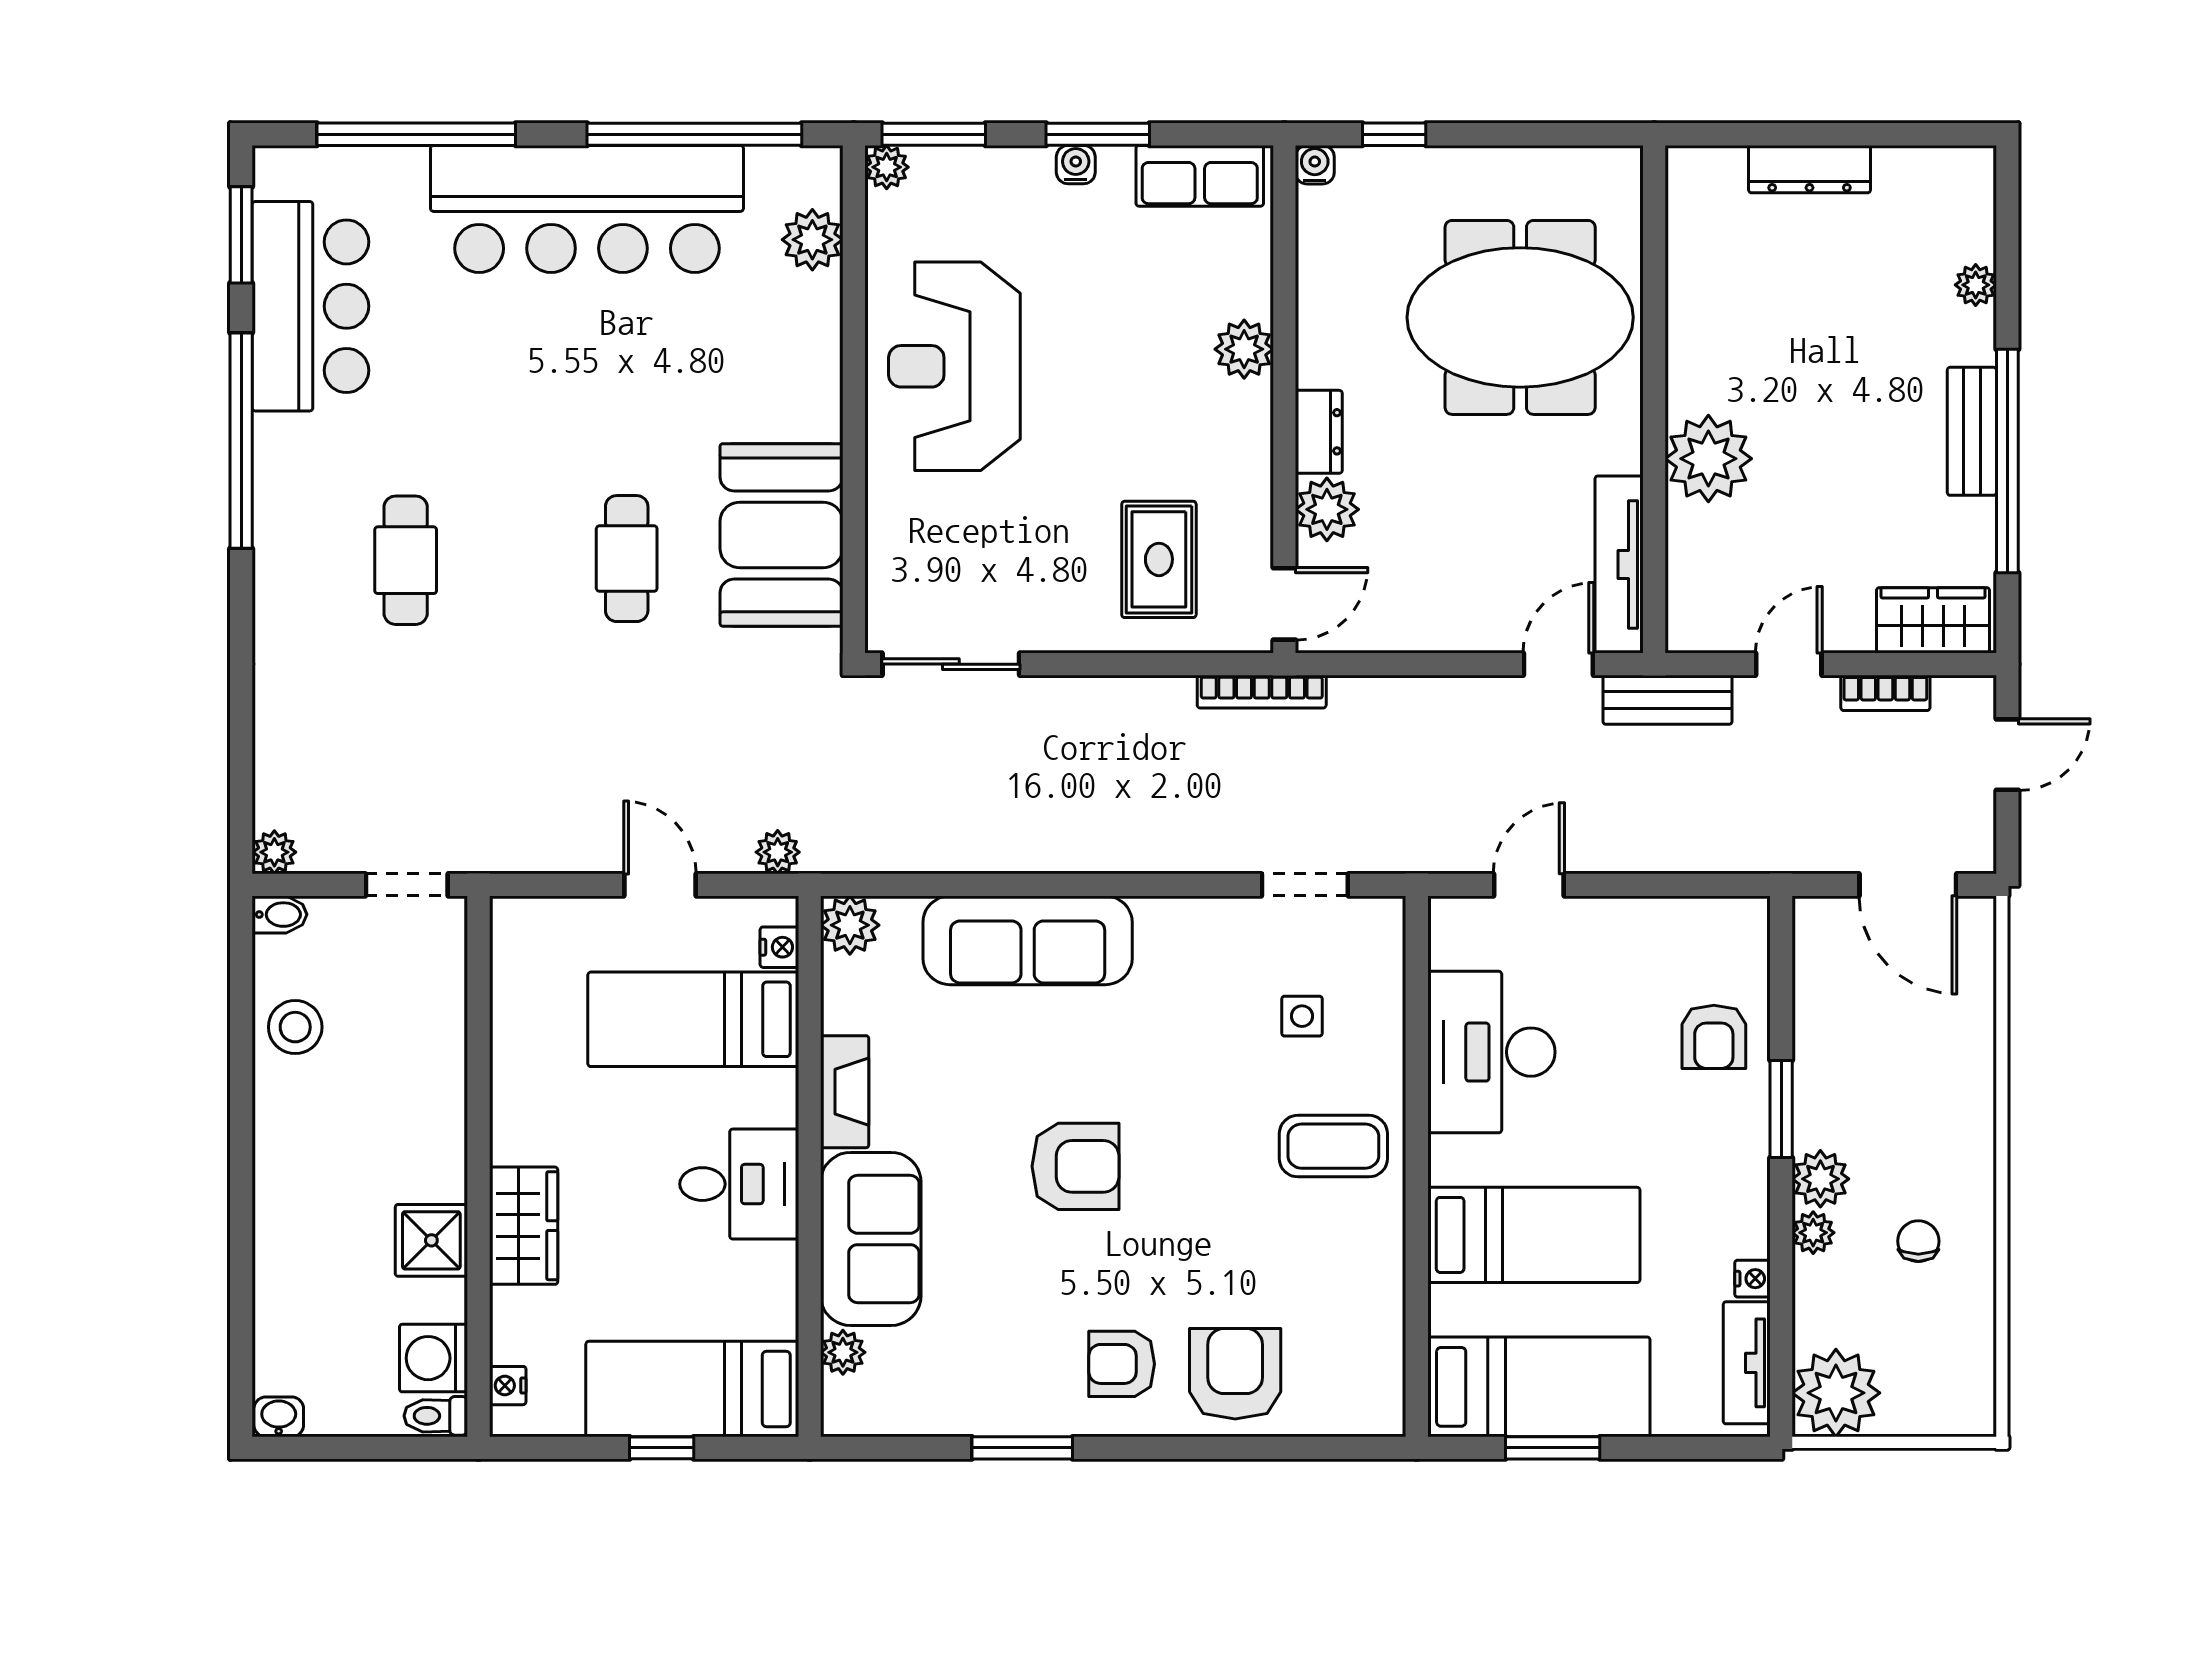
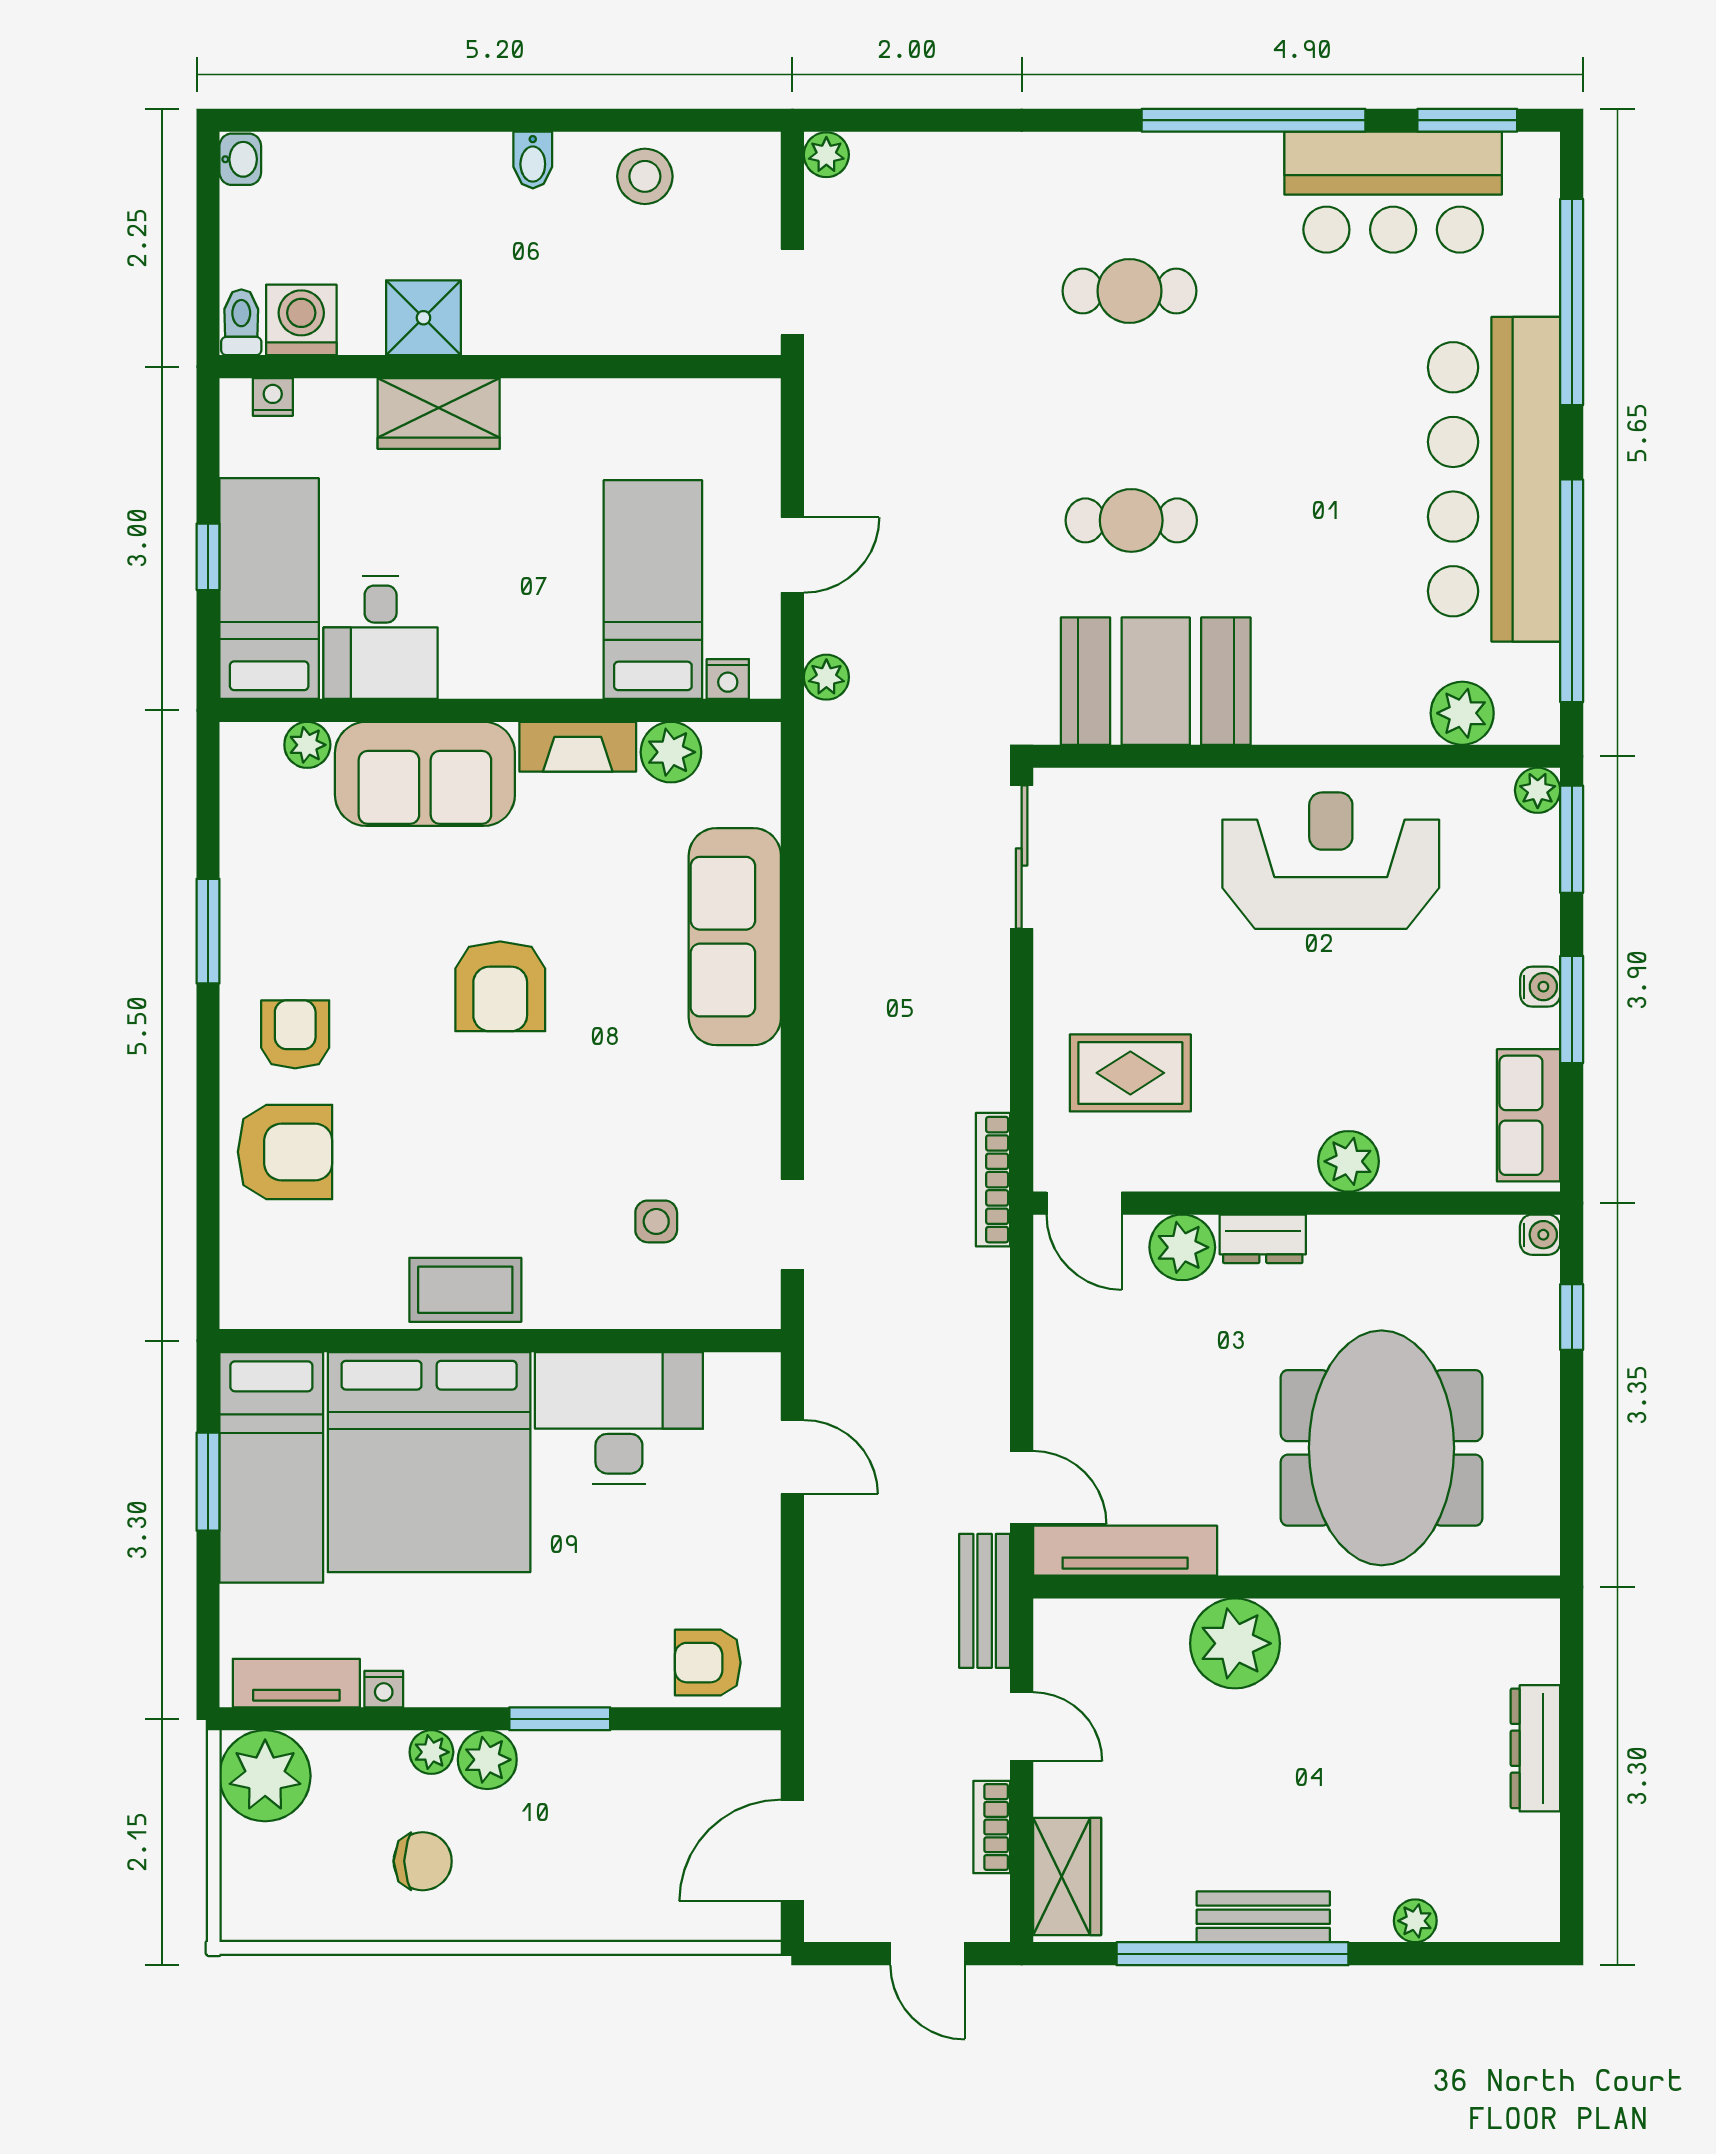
bidet: (280, 915) -> (533, 160), moved
plant: (850, 925) -> (671, 752), moved
armchair: (1714, 1037) -> (708, 1663), moved
coffee table: (1333, 1146) -> (465, 1290), moved, turned 90
desk: (739, 1184) -> (381, 637), moved
bed: (1534, 1235) -> (429, 1462), width x2.04
chair: (1918, 1241) -> (423, 1861), width x1.37, depth x1.37

